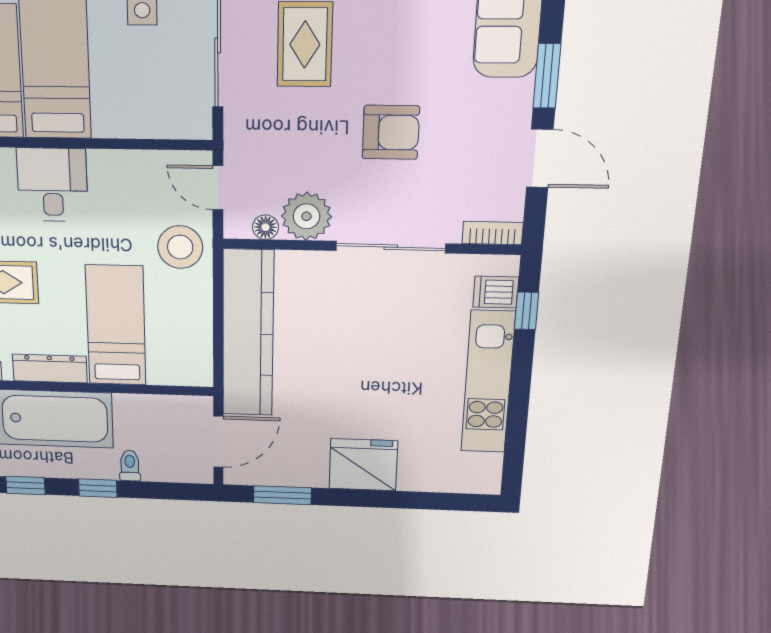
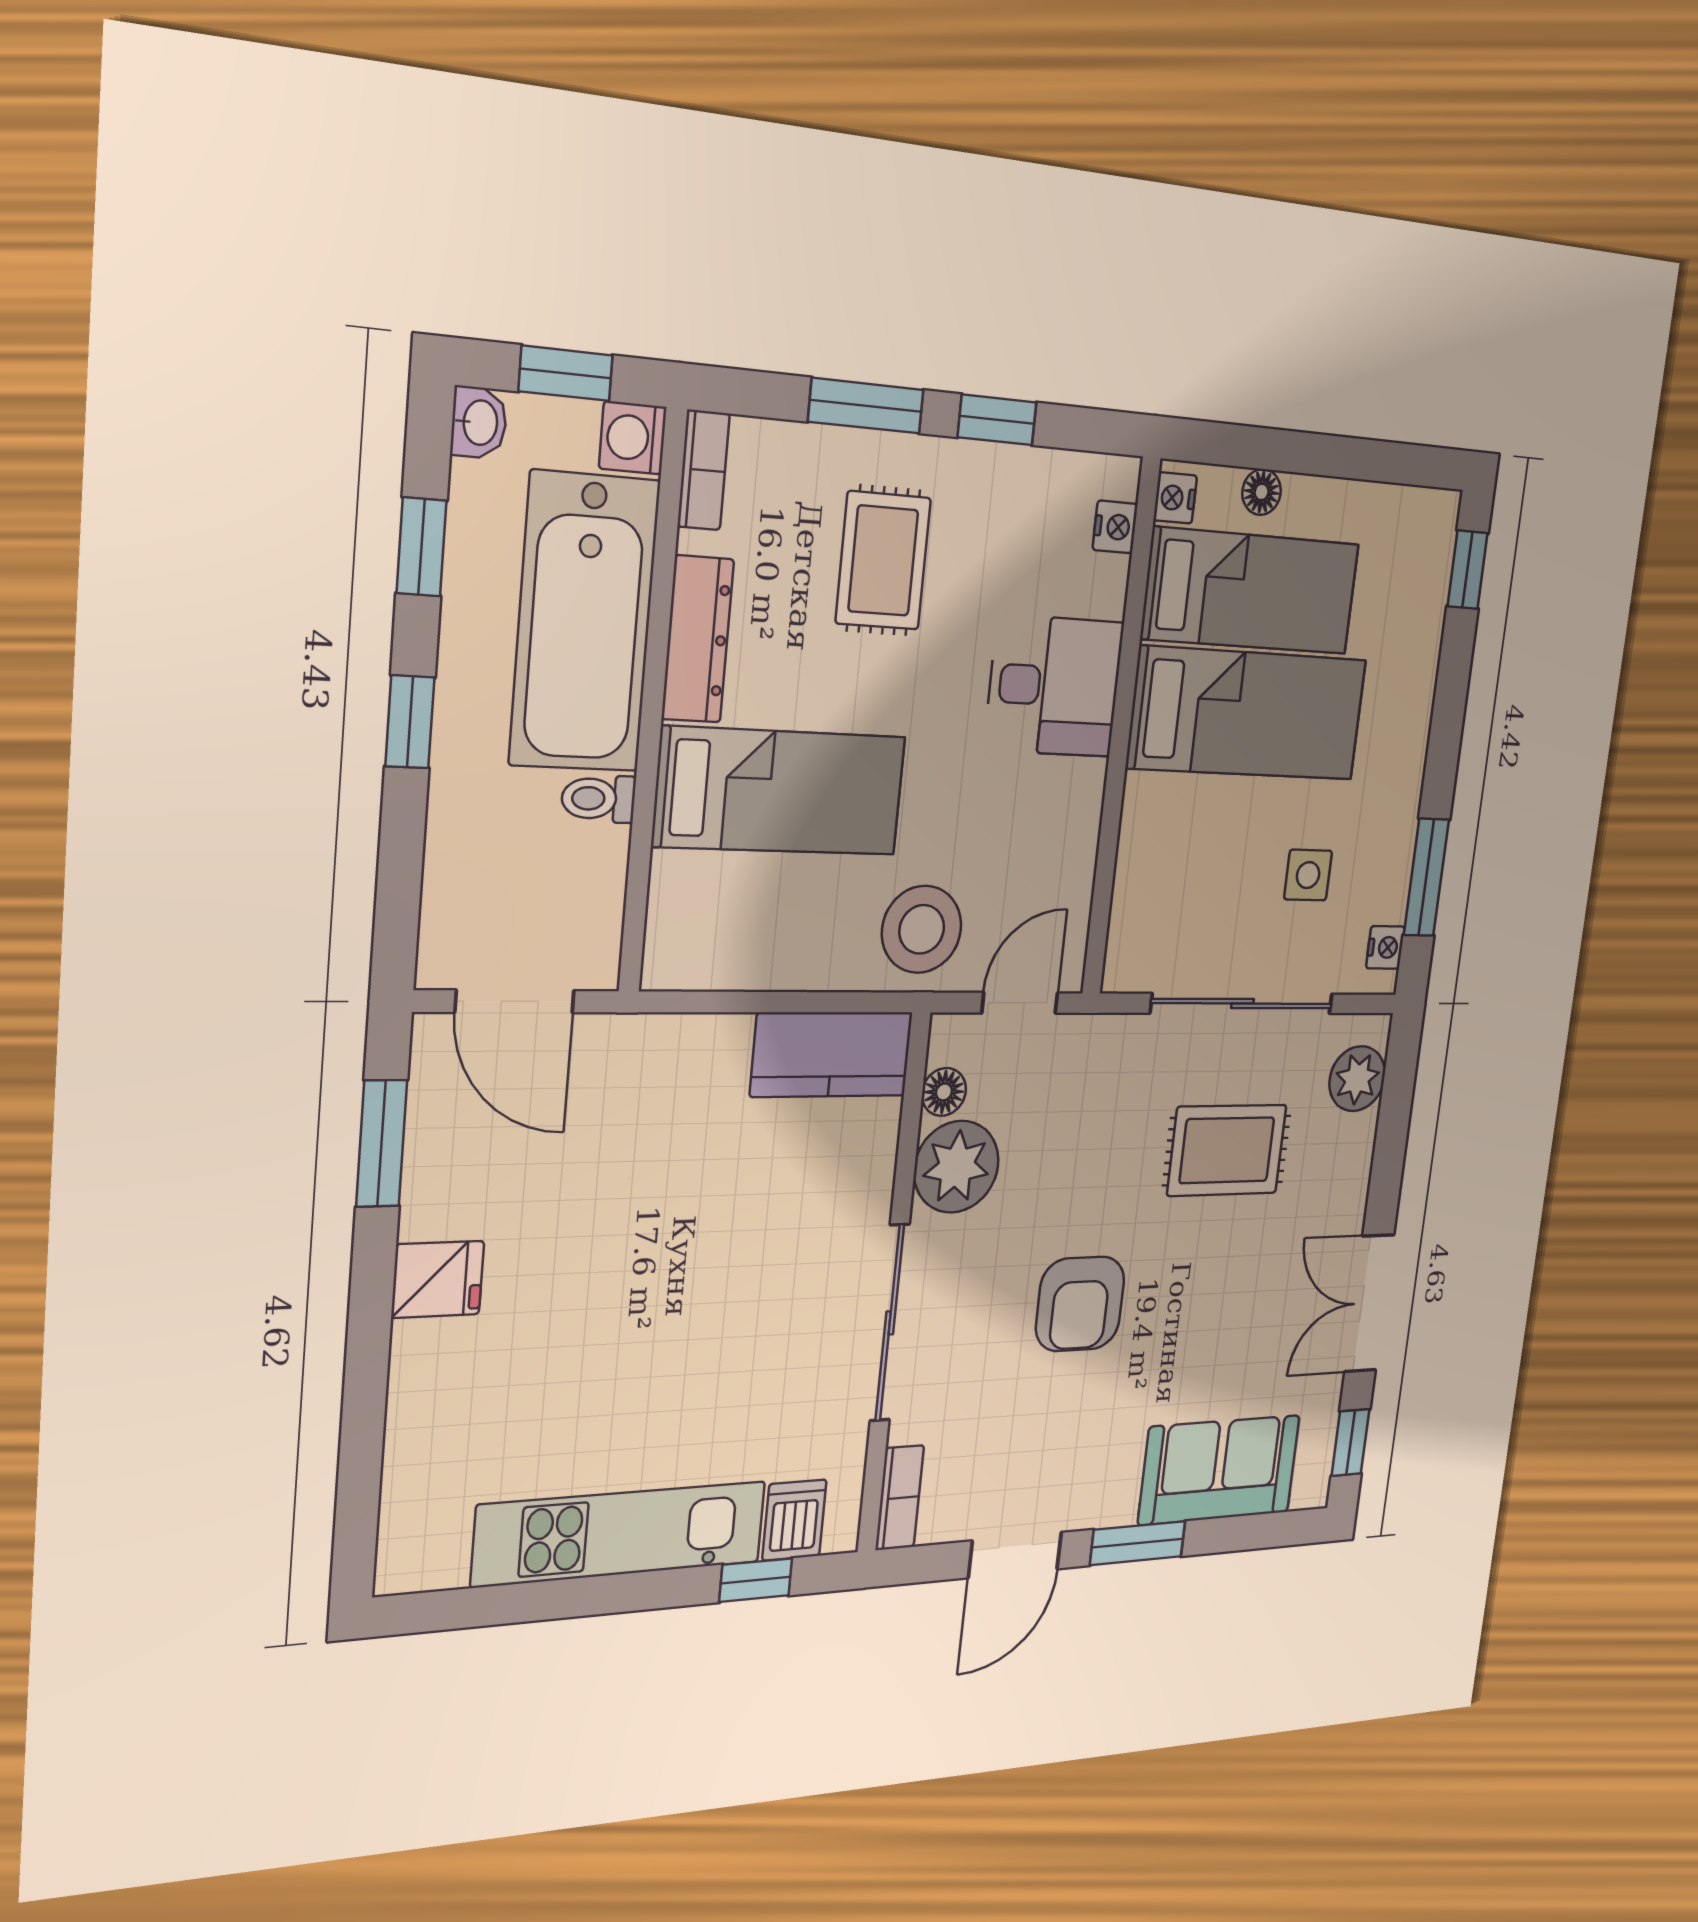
kitchen counter: (248, 334) -> (832, 1054), width x0.48, depth x0.86
fridge: (363, 465) -> (438, 1279), width x0.53, depth x0.75
toilet: (130, 466) -> (598, 799), moved, turned 180

